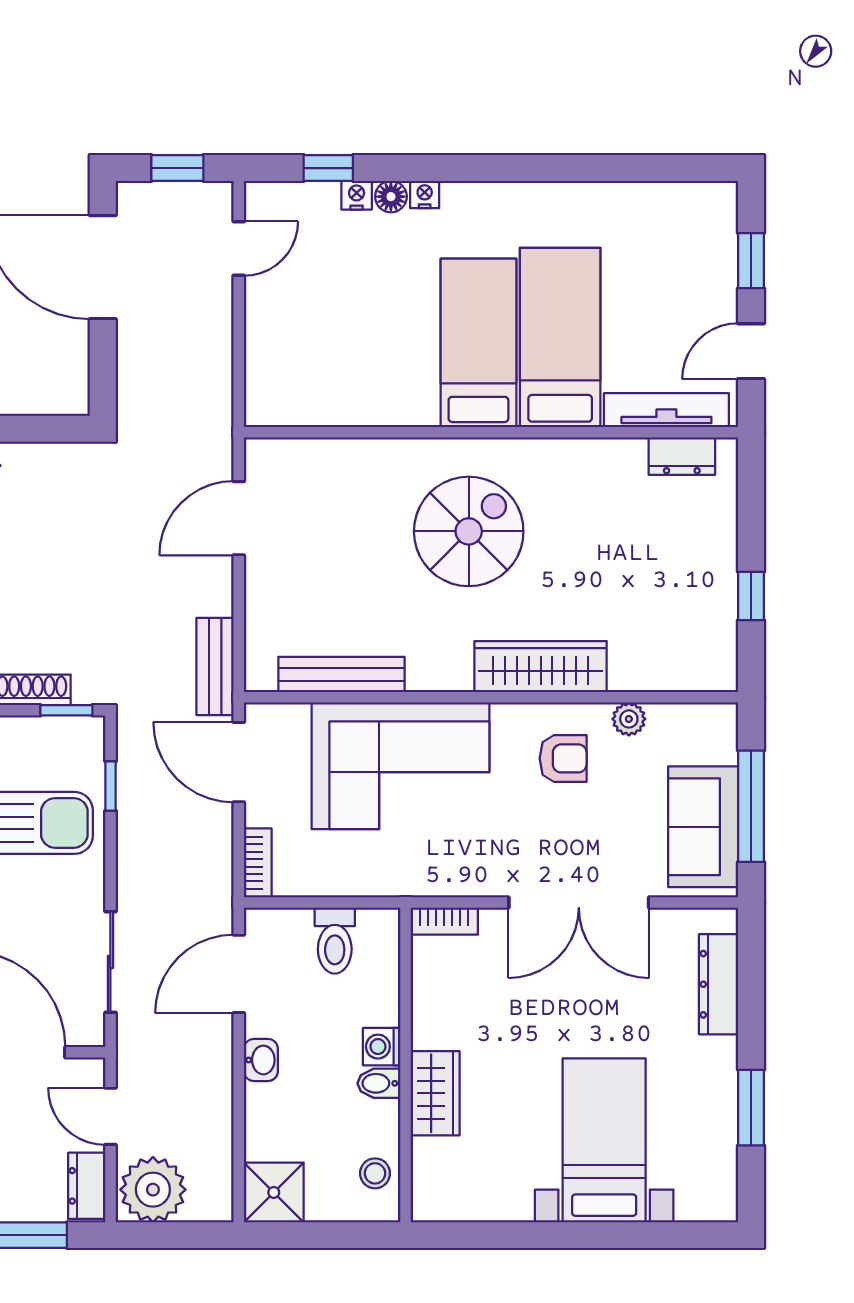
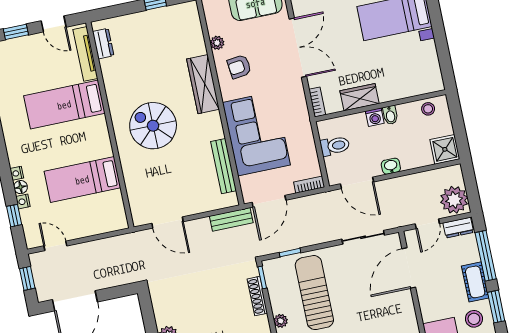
bed: (478, 343) -> (82, 180), moved
armchair: (563, 758) -> (239, 67), turned -97
wardrobe: (435, 1093) -> (360, 97), moved

